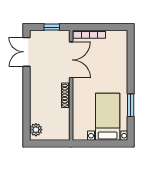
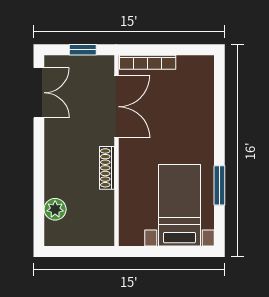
double door: (26, 52) -> (39, 93), swing flipped
plant: (36, 130) -> (55, 209), moved

